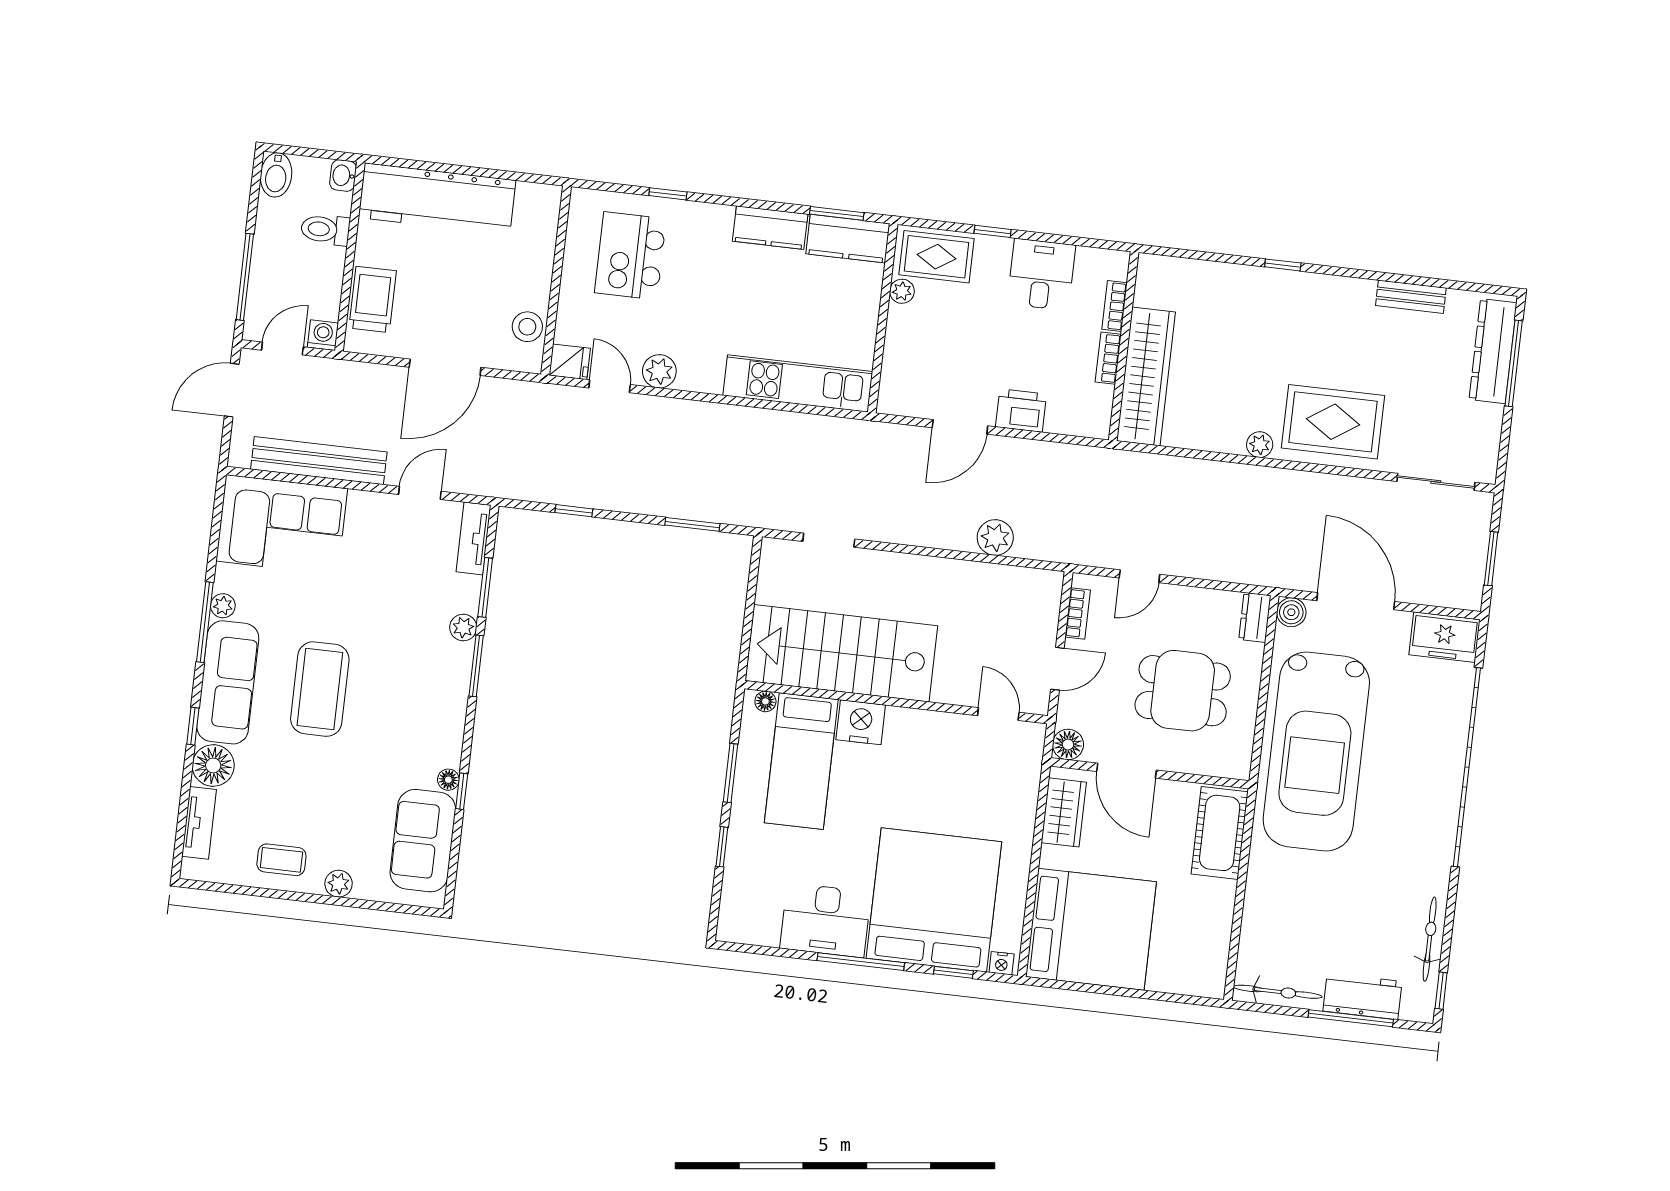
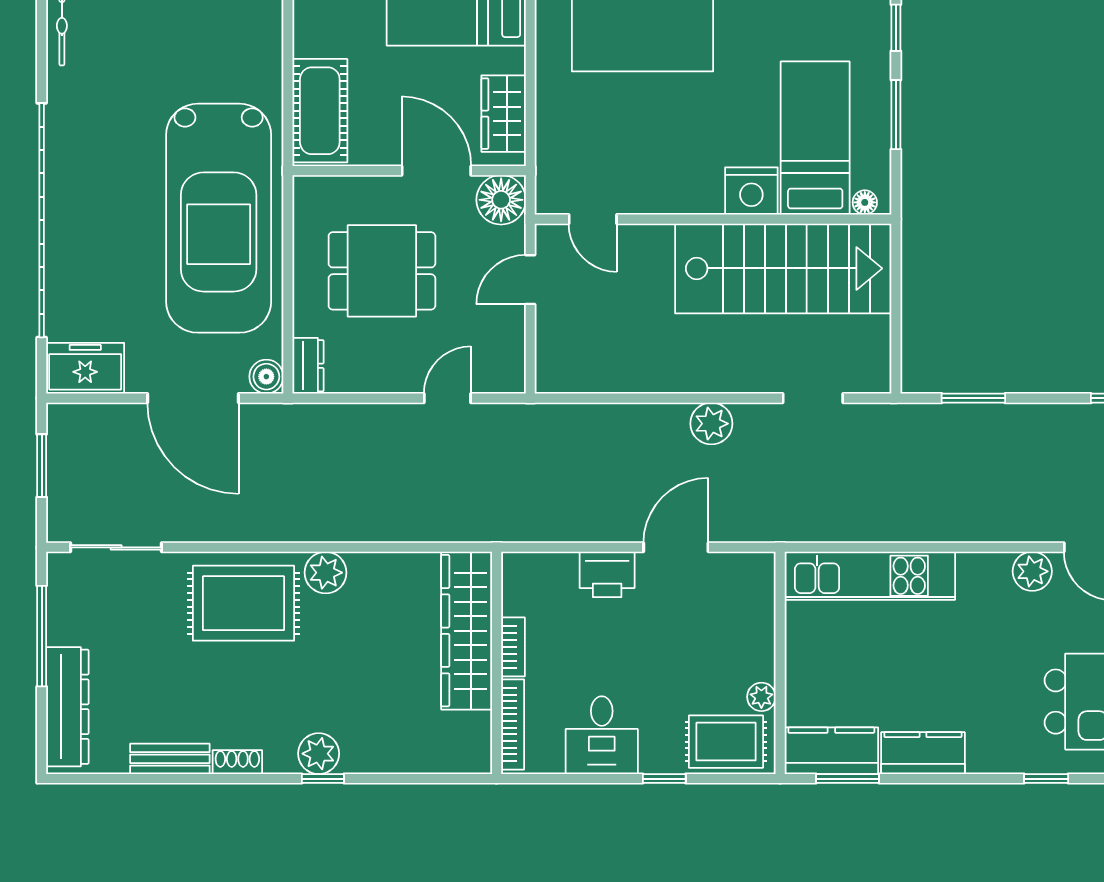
plant: (1284, 287) -> (319, 754), added
shoe rack: (1354, 287) -> (237, 762), added
bookcase: (1114, 306) -> (513, 724), width x1.56
window: (1514, 363) -> (42, 636), moved
plant: (1260, 445) -> (326, 573), width x1.38, depth x1.38
plant: (995, 538) -> (711, 424), moved
bookcase: (1078, 613) -> (514, 346), removed
floor lamp: (1068, 745) -> (501, 200), width x1.38, depth x1.38
car: (1316, 752) -> (219, 218), turned 180

